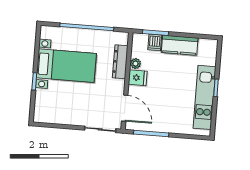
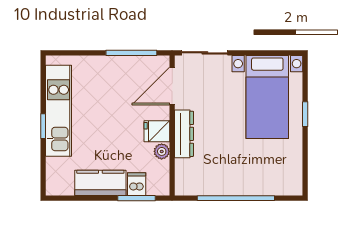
dresser: (120, 62) -> (184, 134), moved
bed with nightstands: (66, 66) -> (267, 97), moved, turned -90
door: (125, 108) -> (172, 86), hinge flipped

